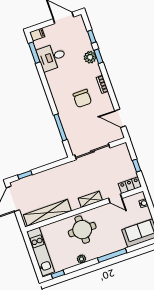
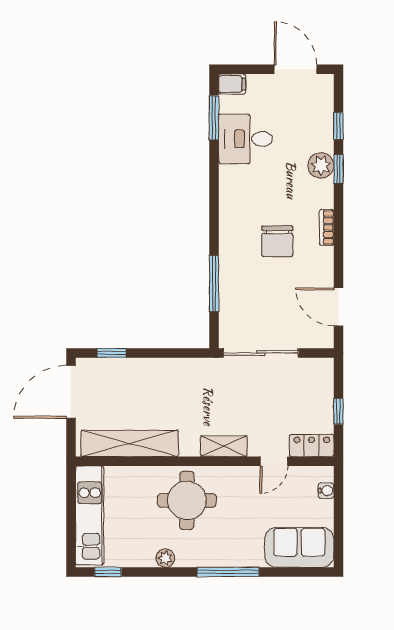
door: (115, 198) -> (274, 461), hinge flipped

